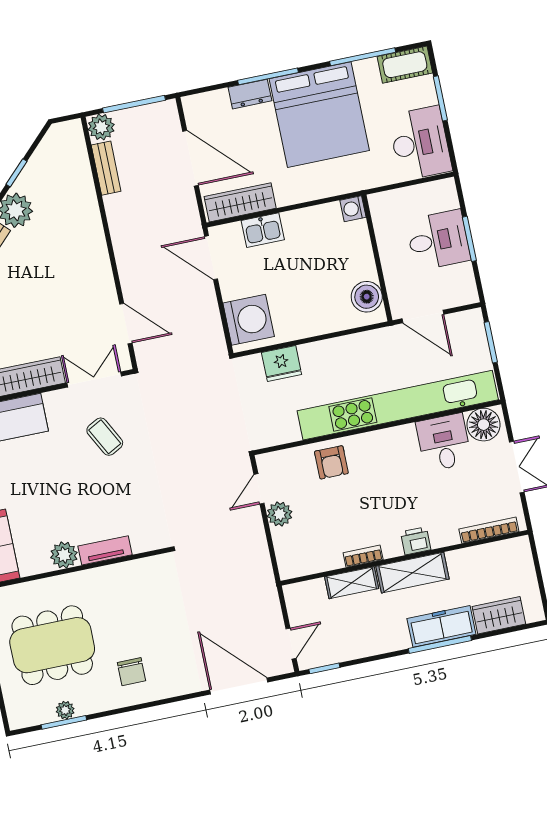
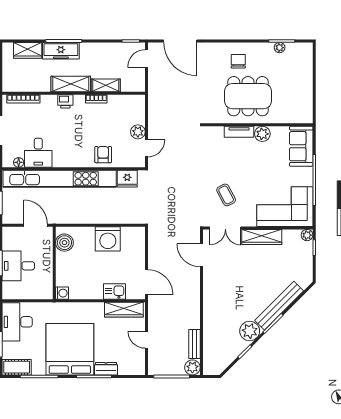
door: (191, 158) -> (146, 340), width x0.53
washing machine: (249, 320) -> (108, 239), moved, turned -90
fridge: (282, 363) -> (127, 179), moved, turned 180
floor lamp: (484, 425) -> (19, 162), width x0.53, depth x0.53
dining table: (52, 645) -> (248, 96), moved

